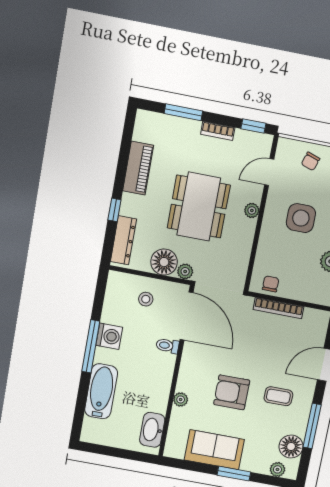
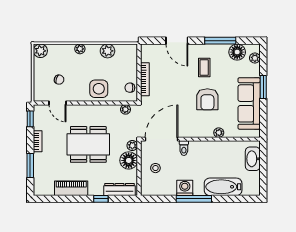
chair: (311, 161) -> (59, 80), moved
plant: (252, 210) -> (126, 109), moved
side table: (301, 218) -> (99, 89), moved
washbasin: (152, 430) -> (253, 159), moved, turned 90
sofa: (214, 450) -> (249, 103), width x1.36

